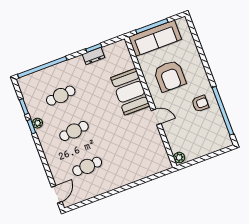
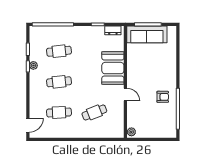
dresser: (94, 56) -> (113, 30), moved
armchair: (170, 76) -> (147, 67), removed
cafe table: (128, 151) -> (94, 112), added

